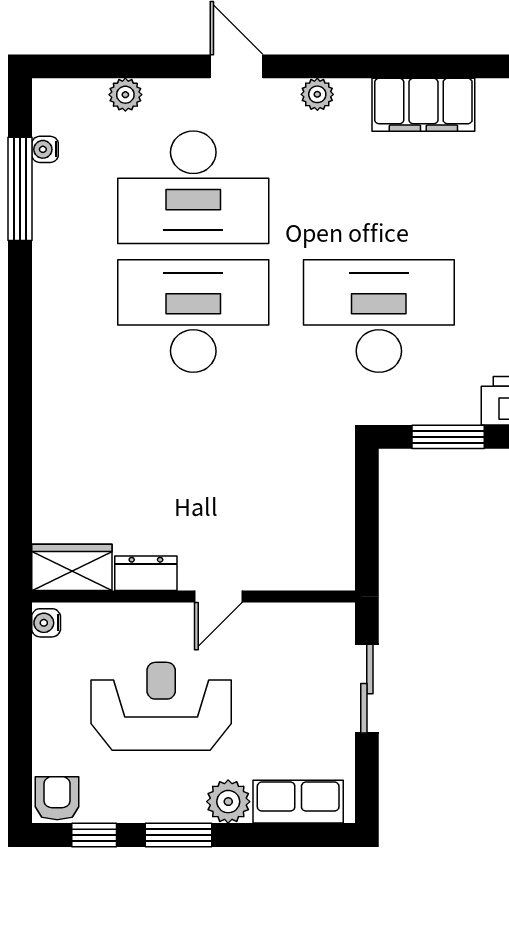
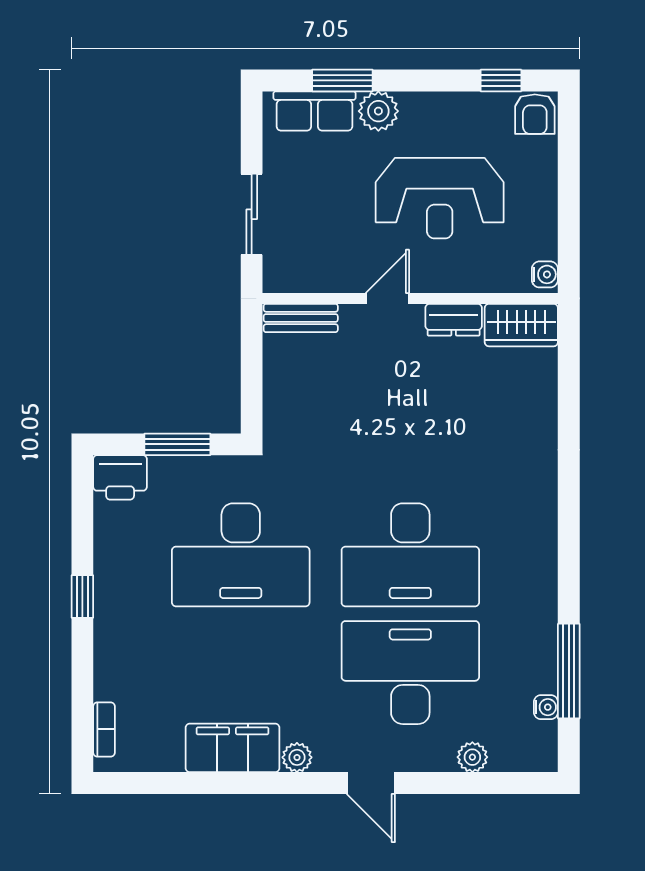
filing cabinet: (423, 105) -> (232, 748), moved
bench: (313, 575) -> (301, 318), added
window: (179, 835) -> (342, 80), moved

